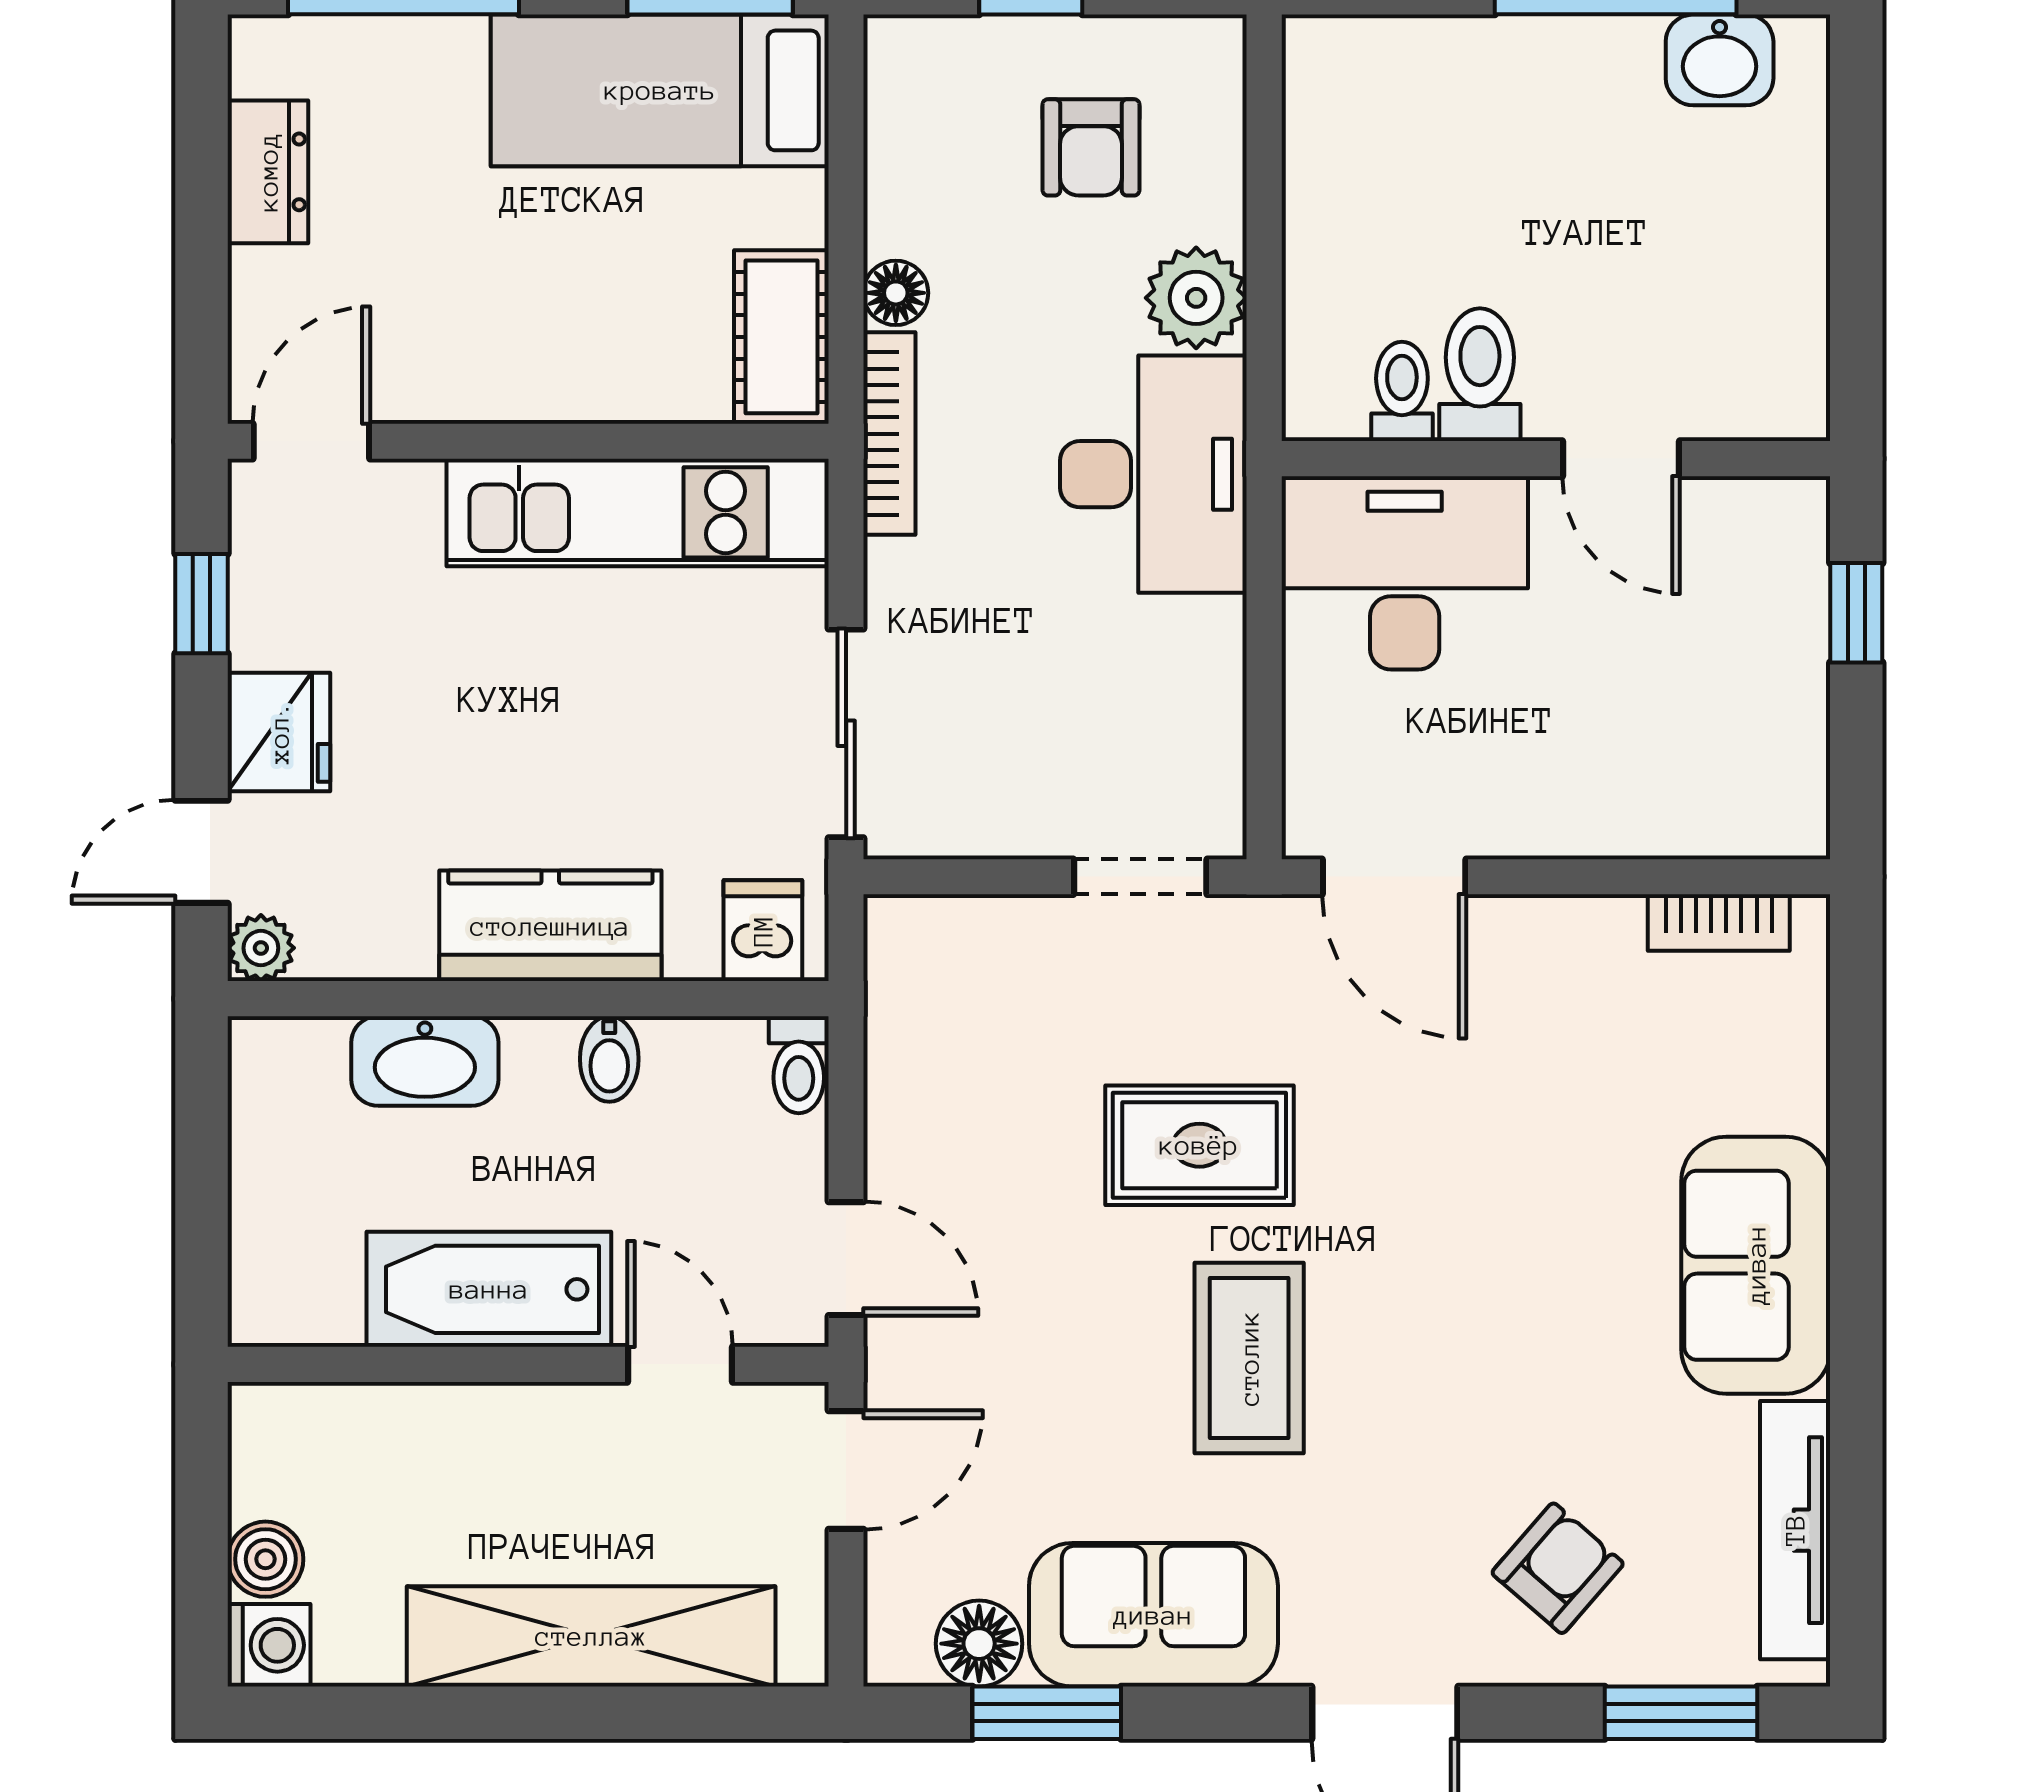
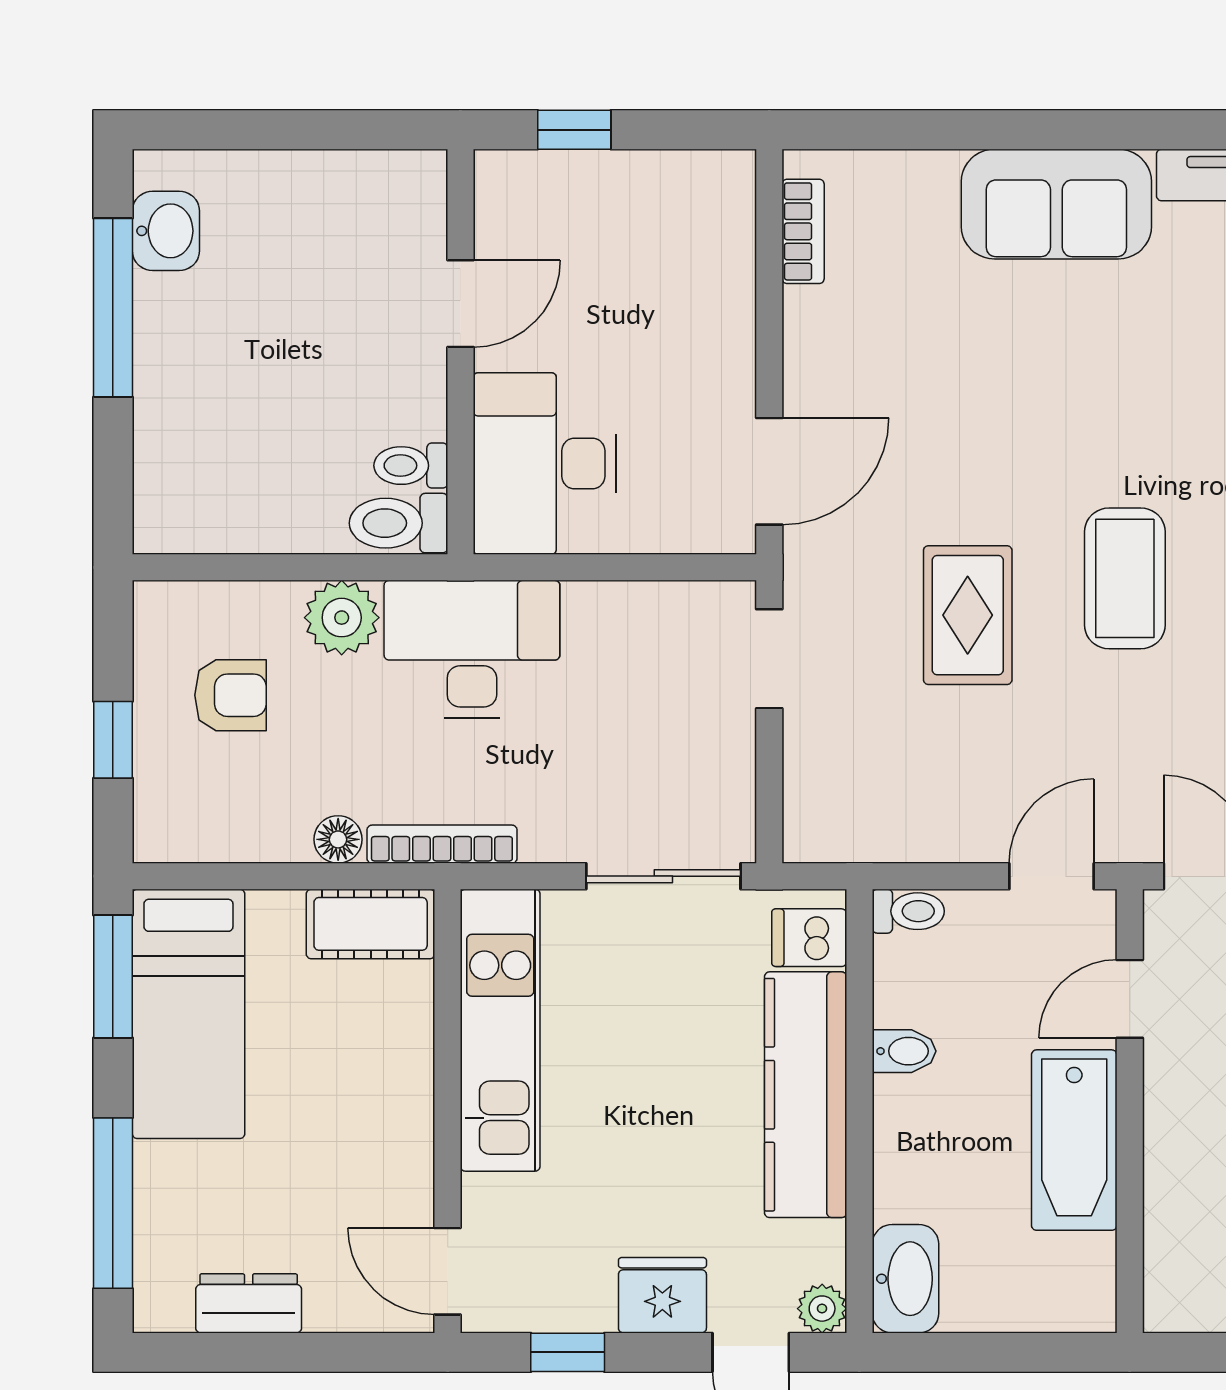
toilet: (1480, 375) -> (398, 523), moved
kitchen counter: (550, 926) -> (806, 1095), width x1.50
washbasin: (425, 1061) -> (905, 1279), moved
coffee table: (1249, 1358) -> (1125, 578), turned 90

